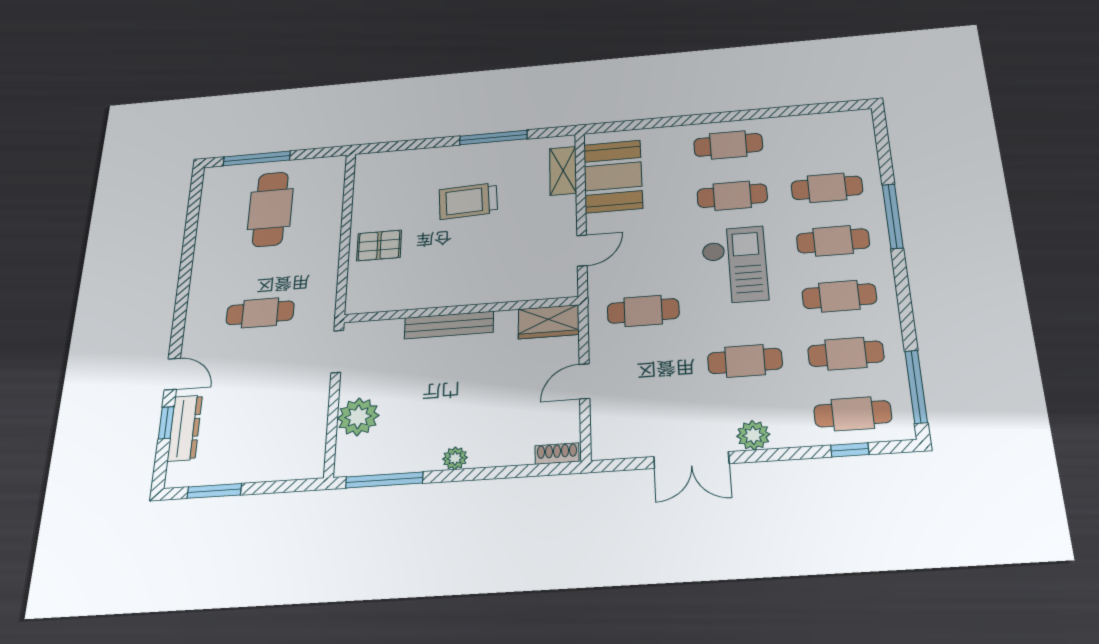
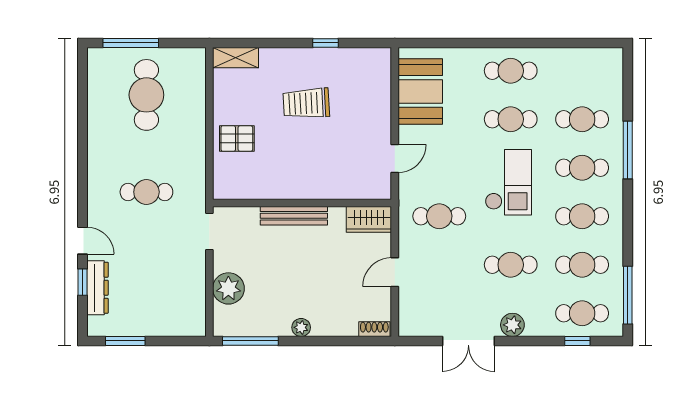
window: (493, 137) -> (325, 43), width x0.46
shelving: (563, 171) -> (236, 58), moved, turned 90

